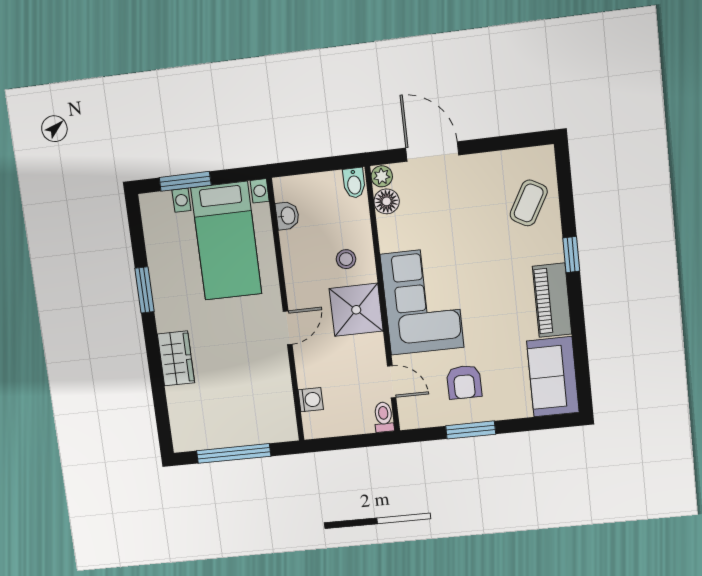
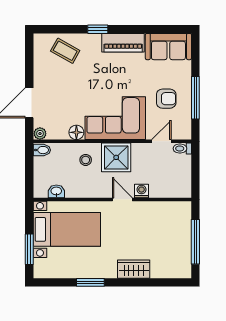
floor lamp: (387, 201) -> (76, 132), moved
washing machine: (311, 400) -> (141, 191), moved
window: (471, 430) -> (195, 98), width x1.44

